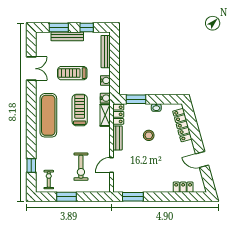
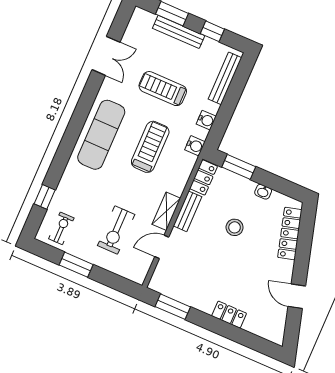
shelving: (105, 115) -> (166, 211), moved
locker: (183, 187) -> (229, 315), moved

